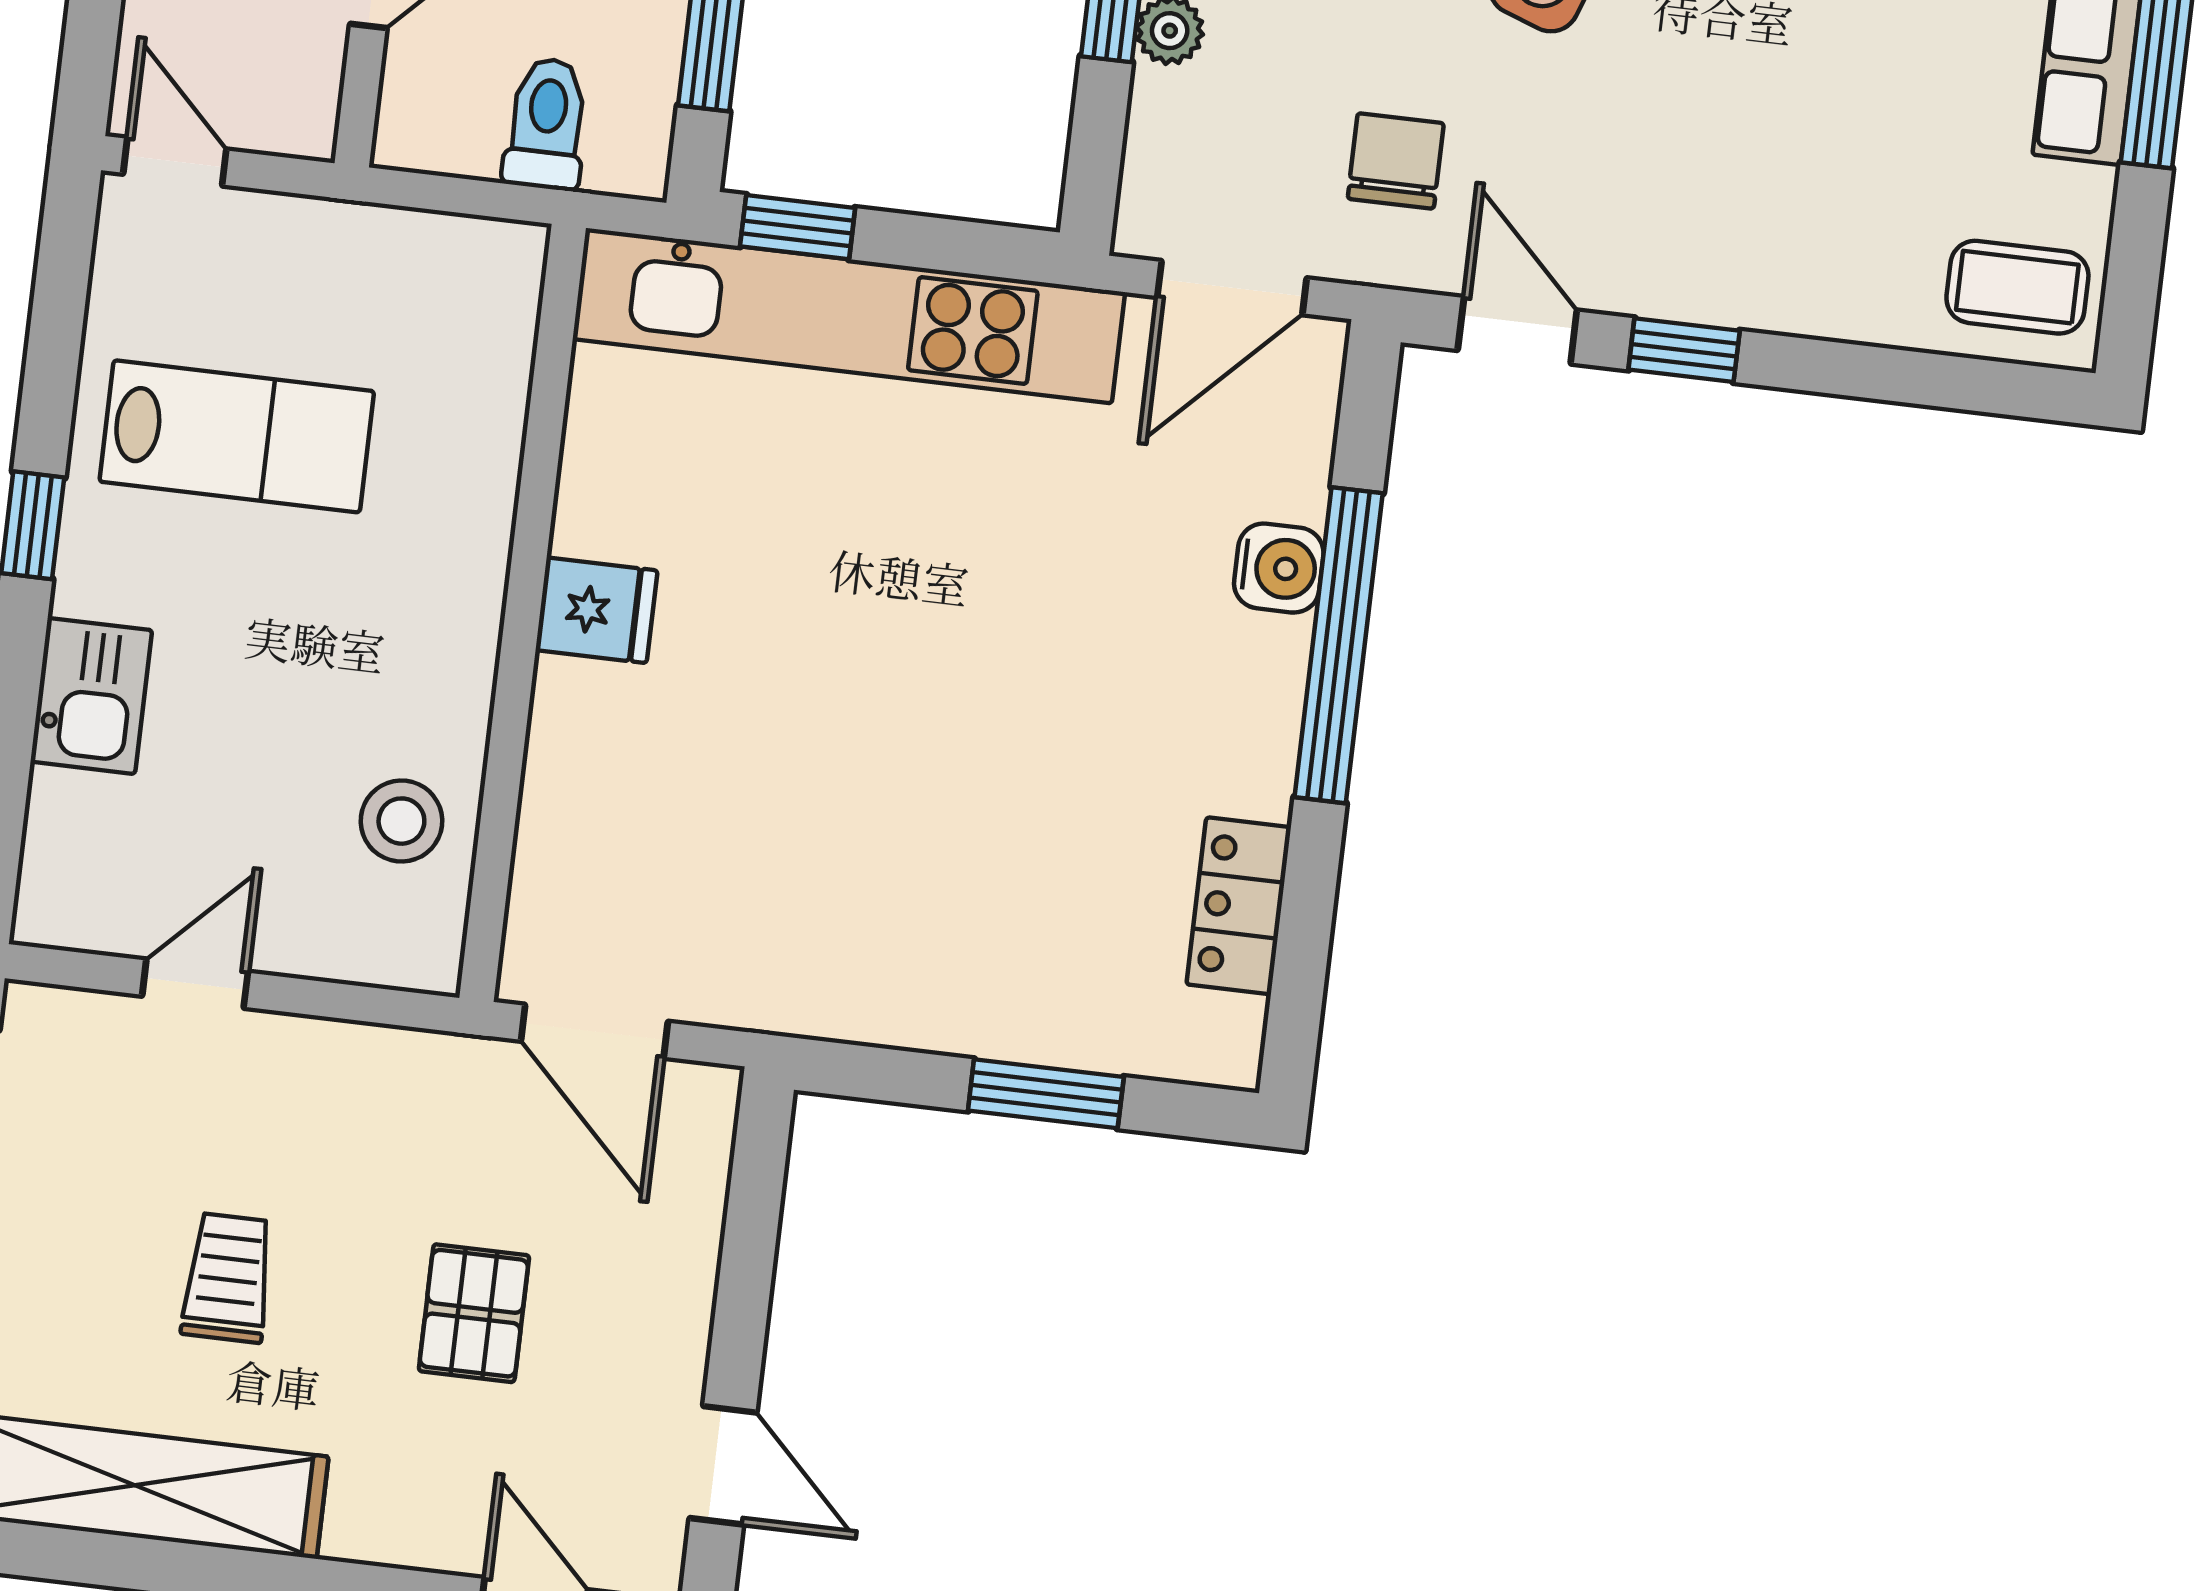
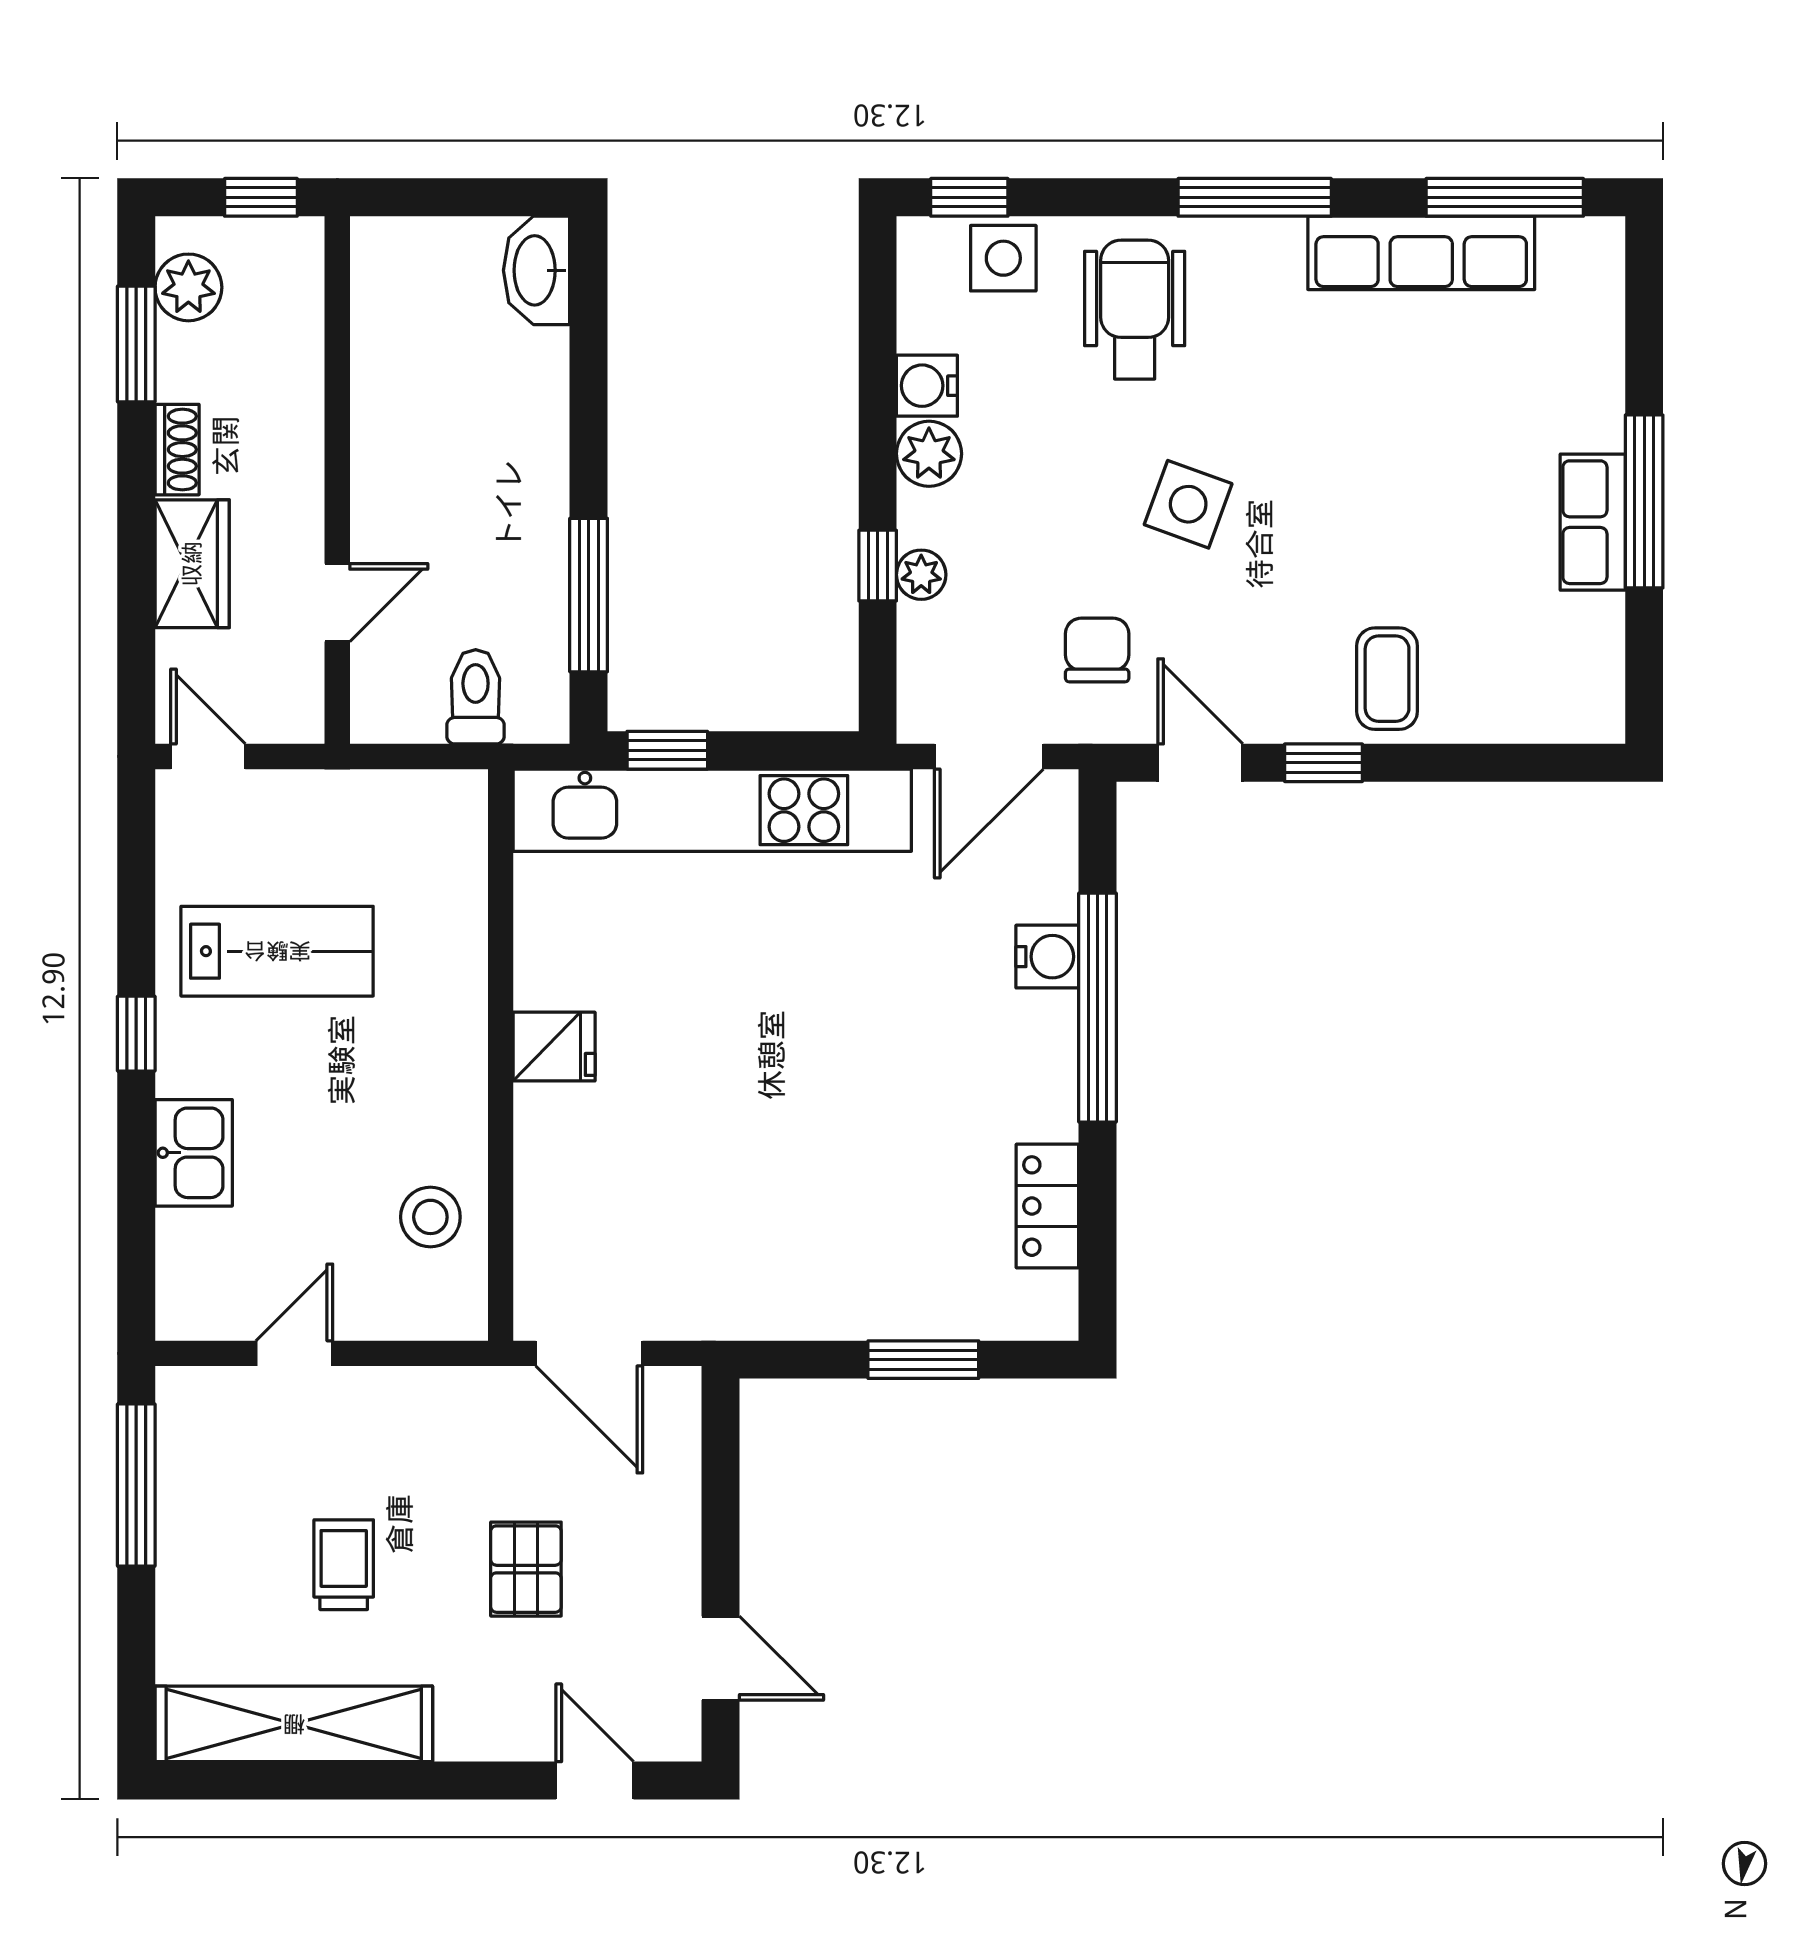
coffee table: (2017, 287) -> (1387, 679), moved, turned 90

